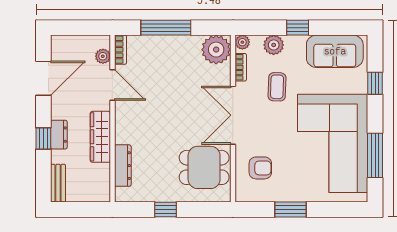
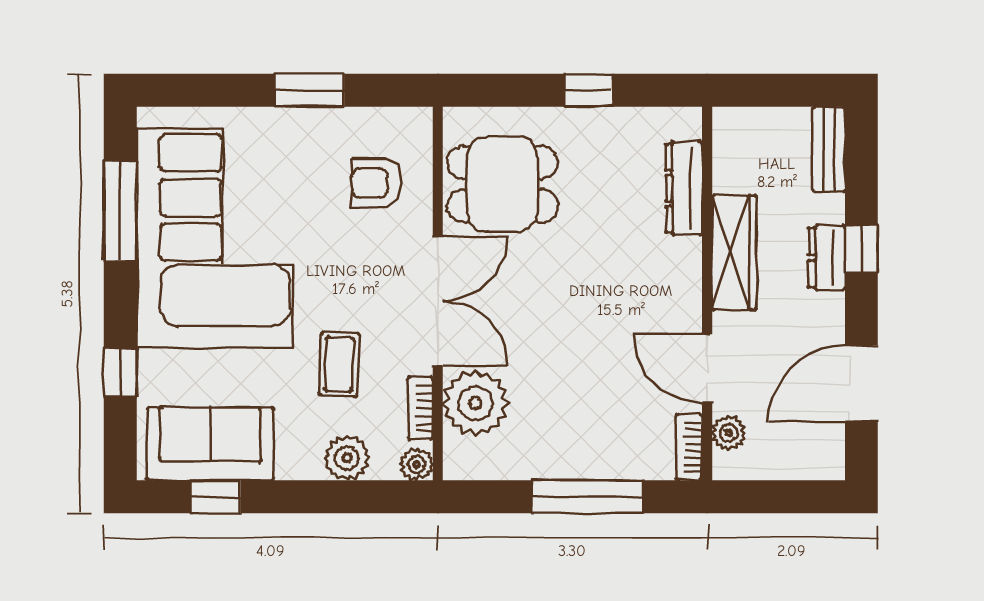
window: (298, 28) -> (216, 497), moved
plant: (216, 50) -> (475, 403), moved

